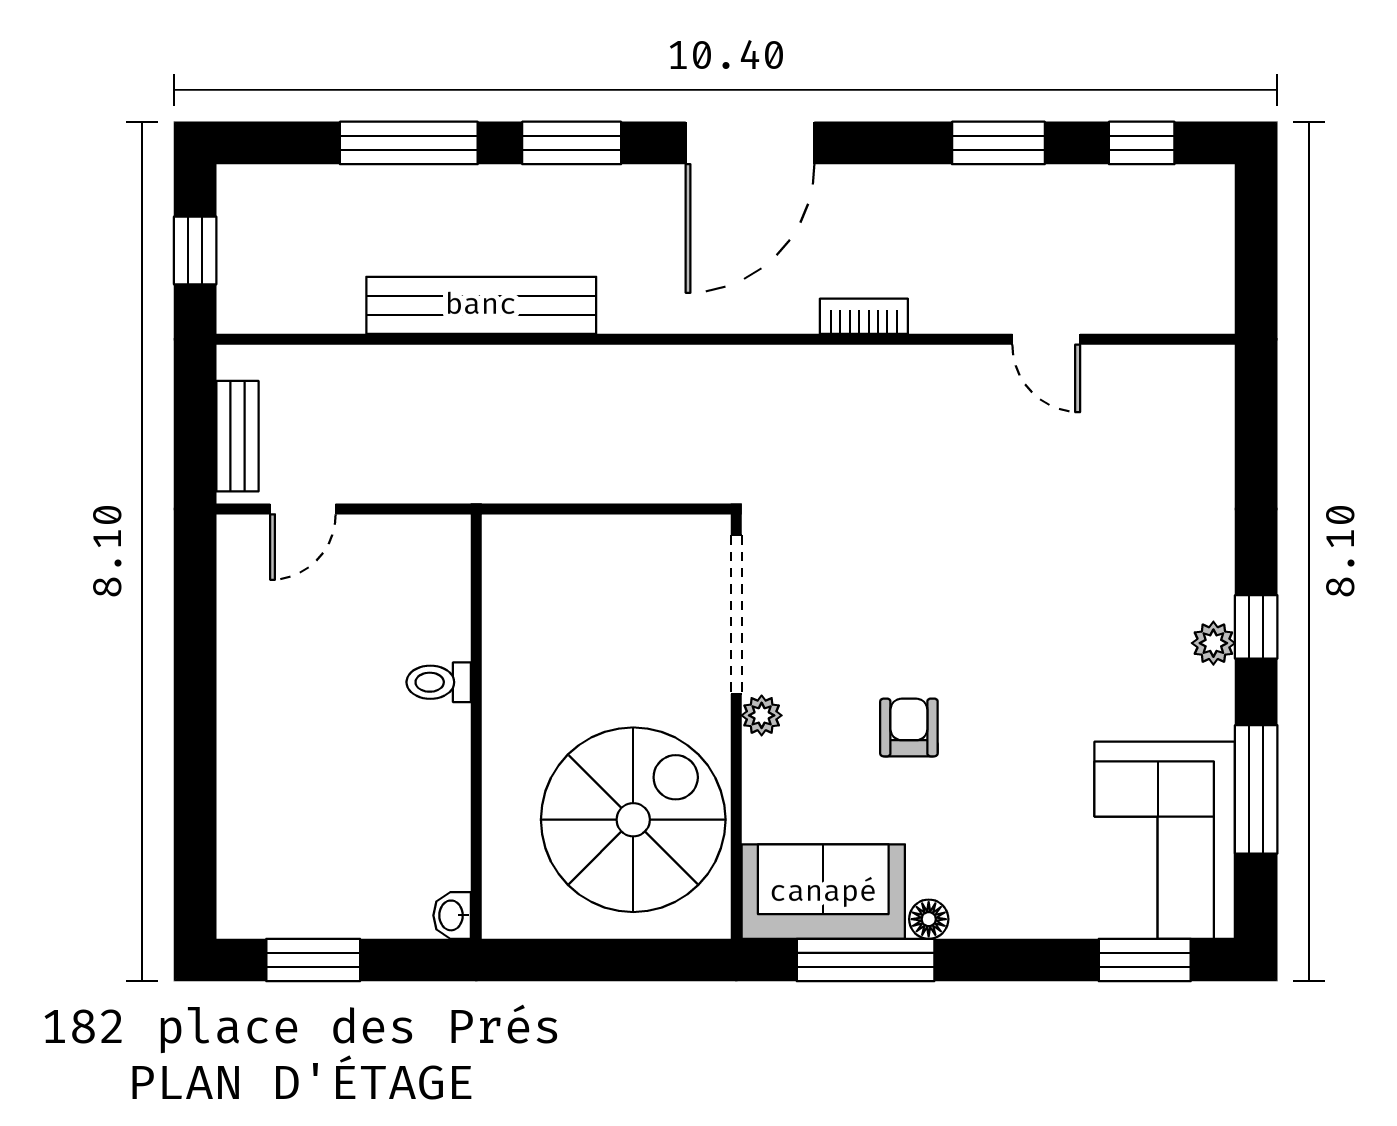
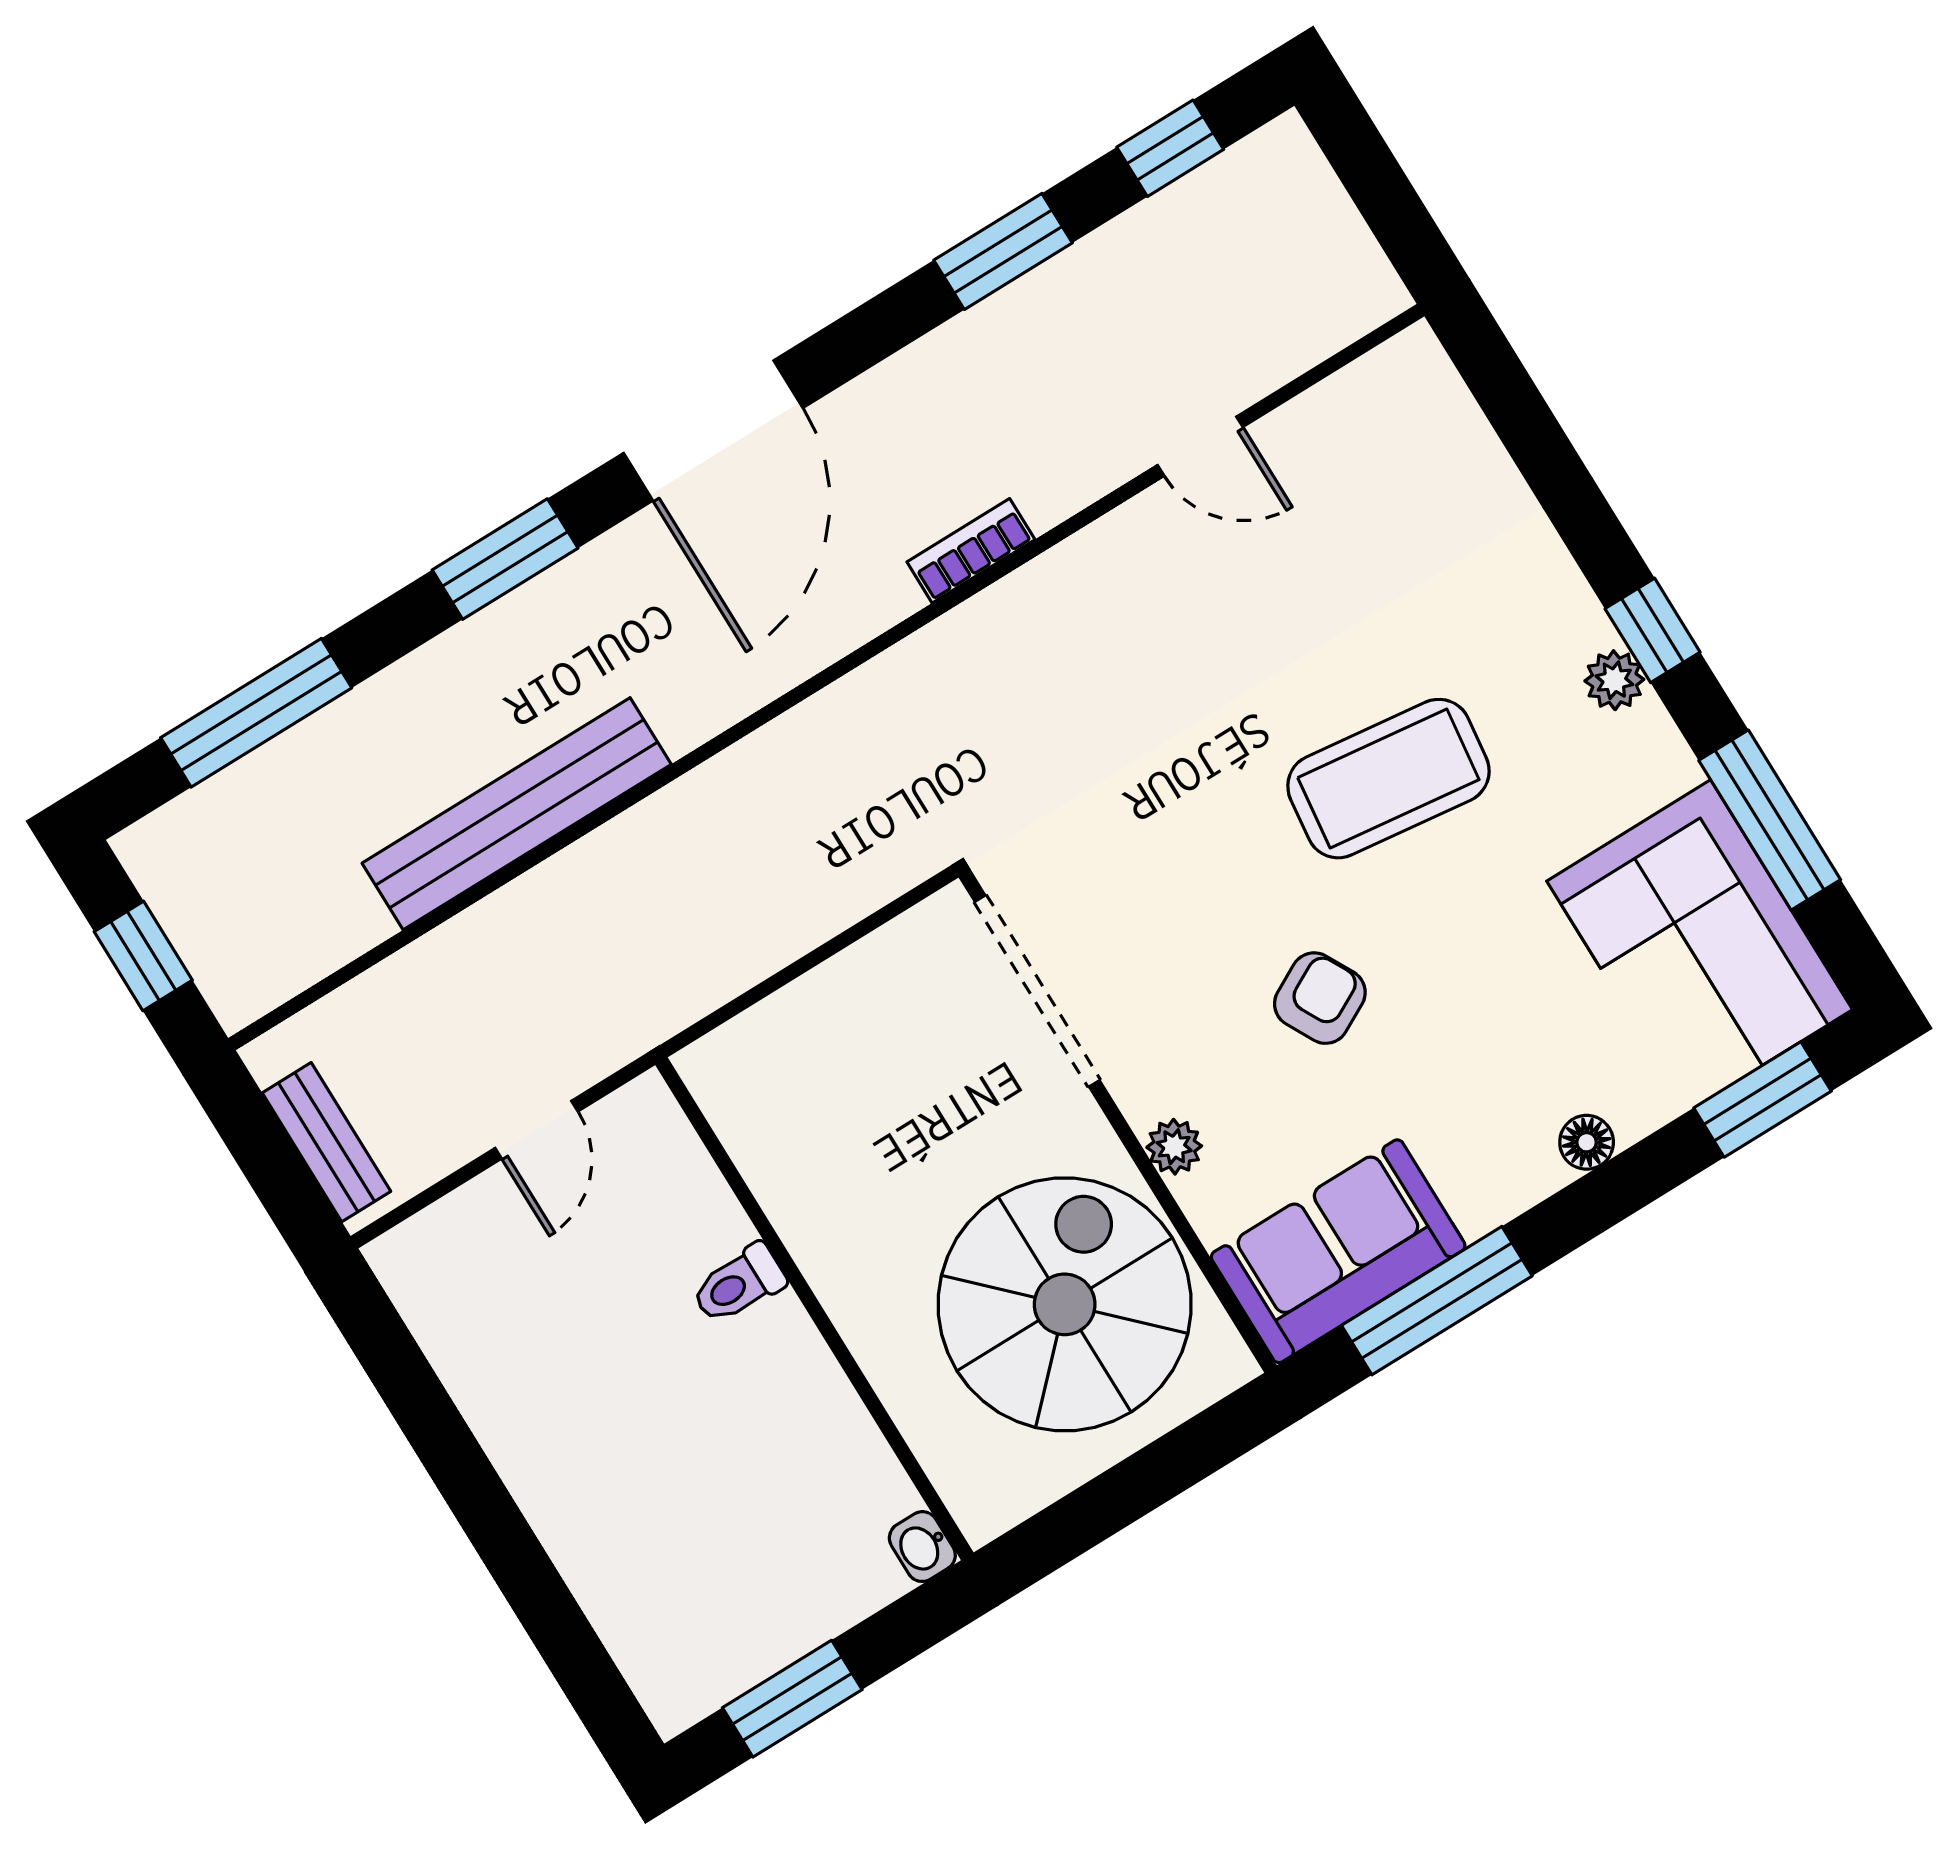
window: (409, 143) -> (256, 713), moved
door: (303, 509) -> (537, 1130), moved
coffee table: (1036, 618) -> (1388, 779), added
plant: (762, 715) -> (1174, 1147), moved
armchair: (909, 727) -> (1320, 998), turned 62
floor lamp: (929, 919) -> (1587, 1142), moved

